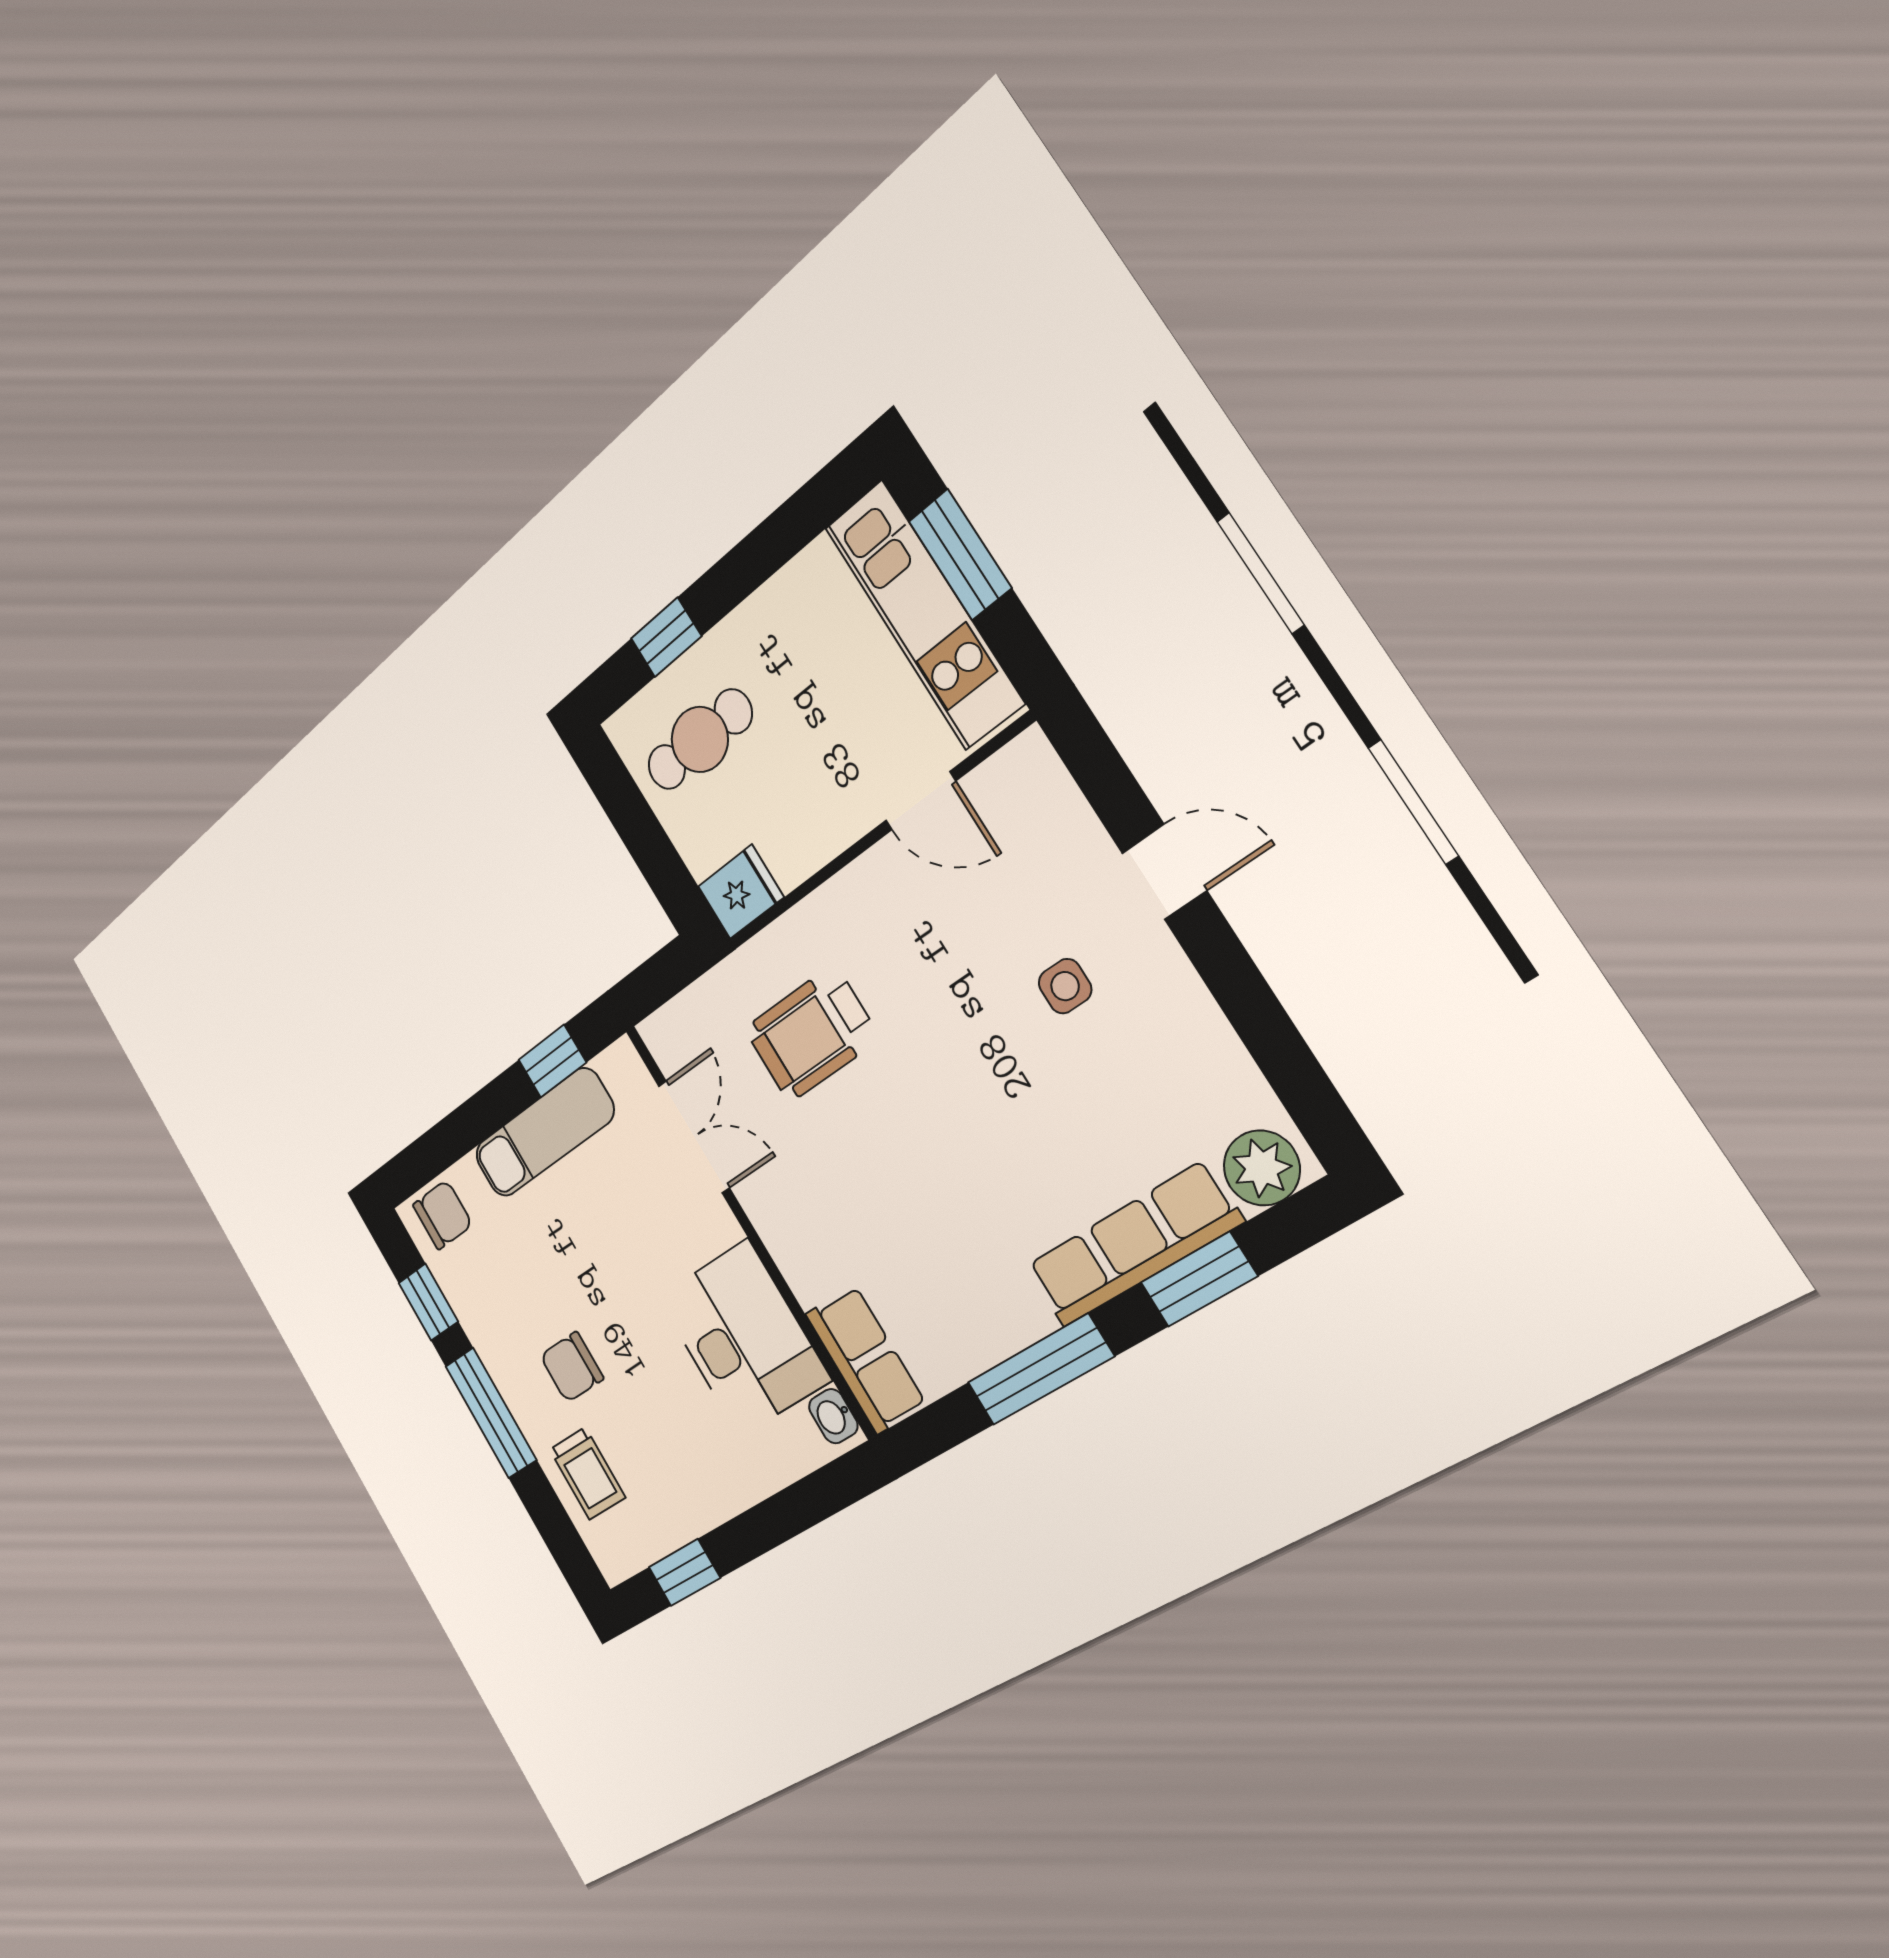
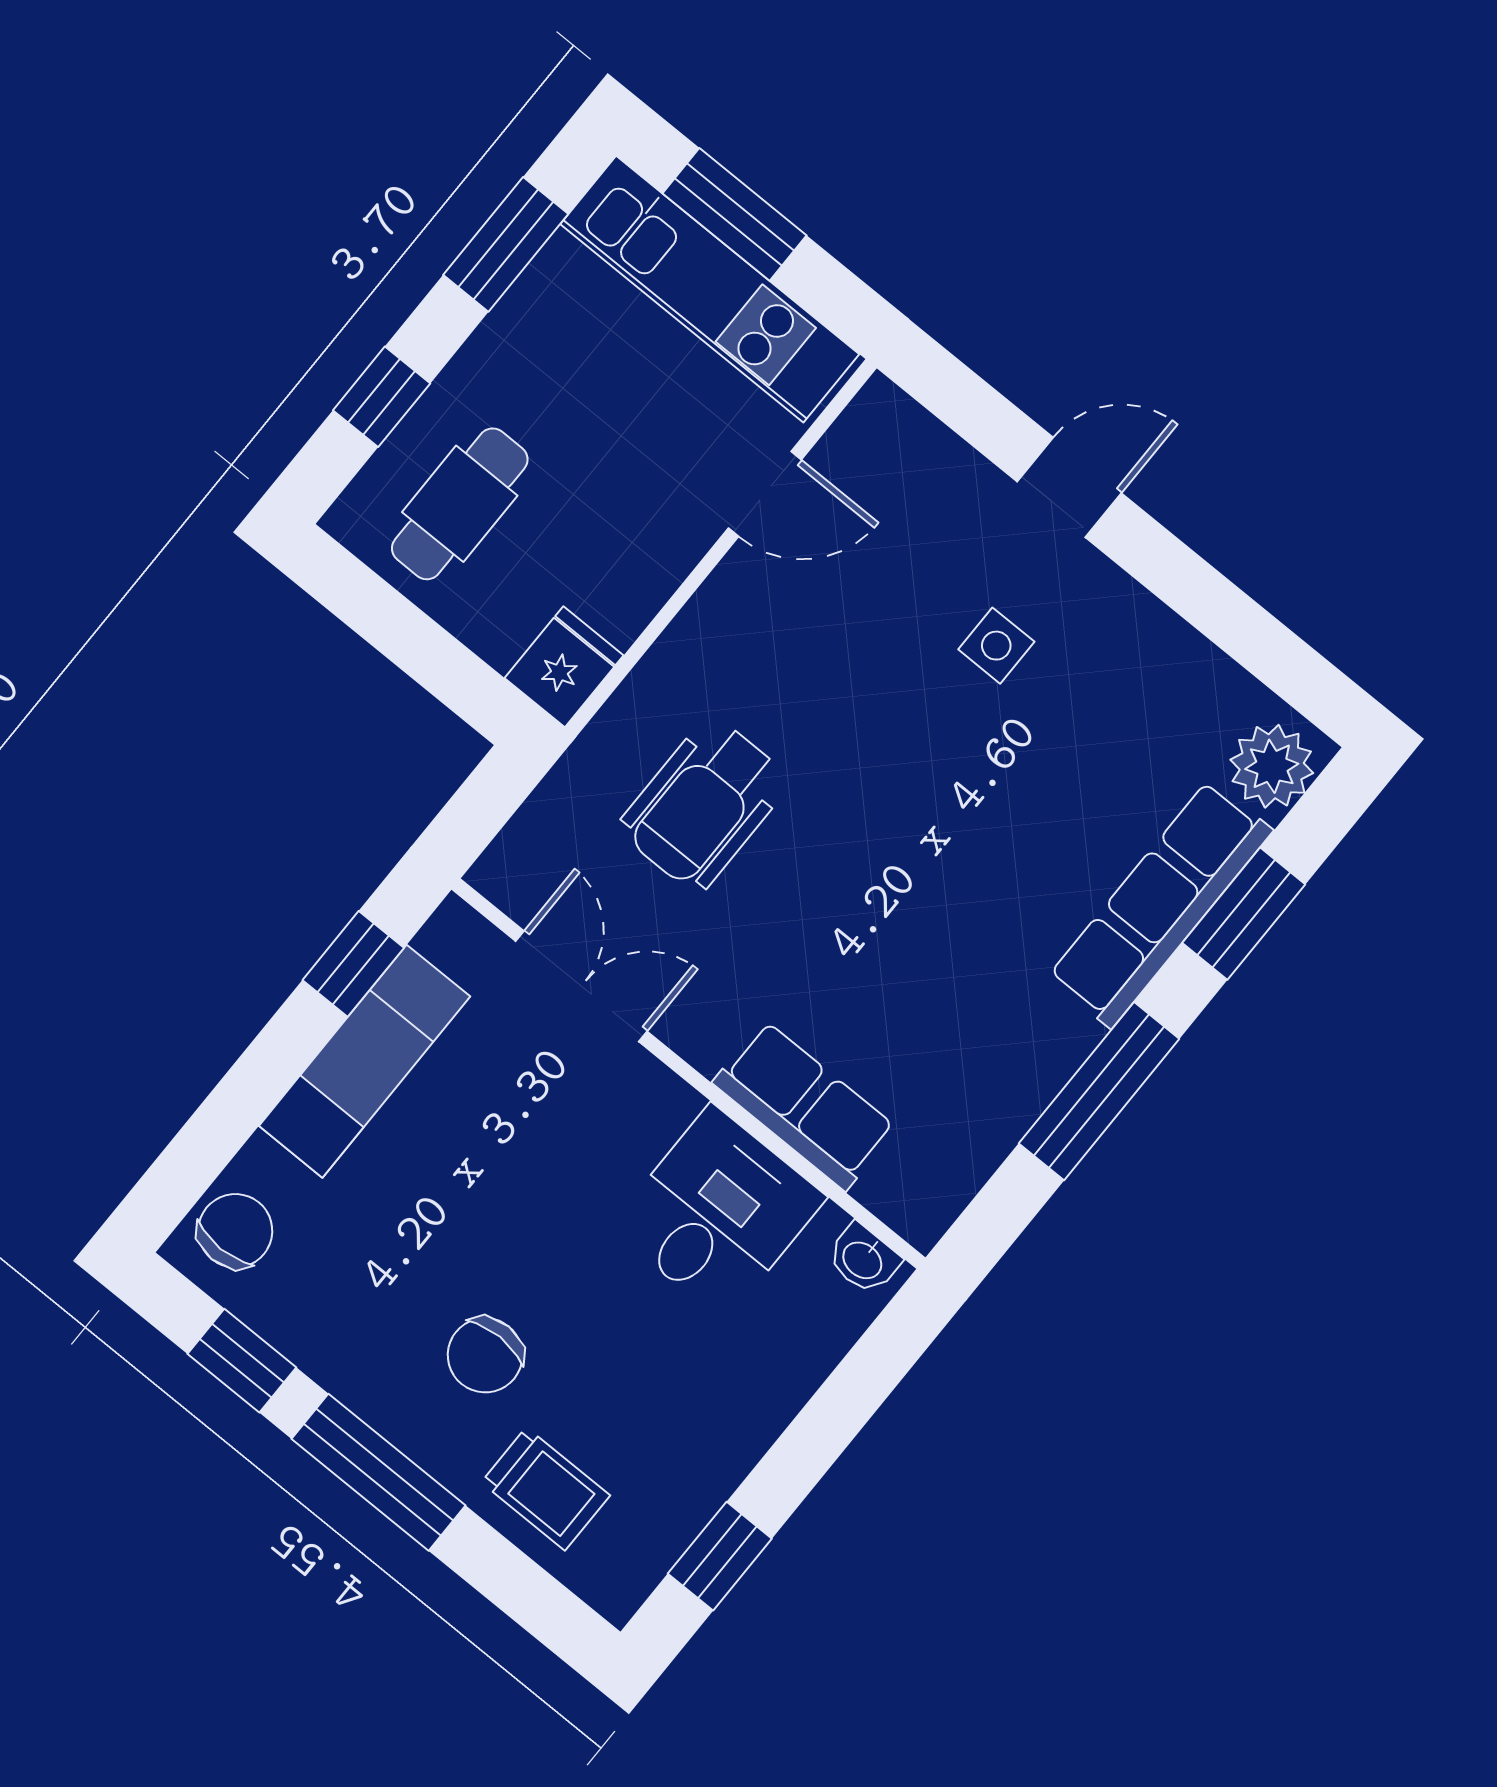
window: (782, 536) -> (506, 244), added
desk: (744, 1338) -> (718, 1213), width x0.73
row of seats: (866, 1359) -> (805, 1105), moved

